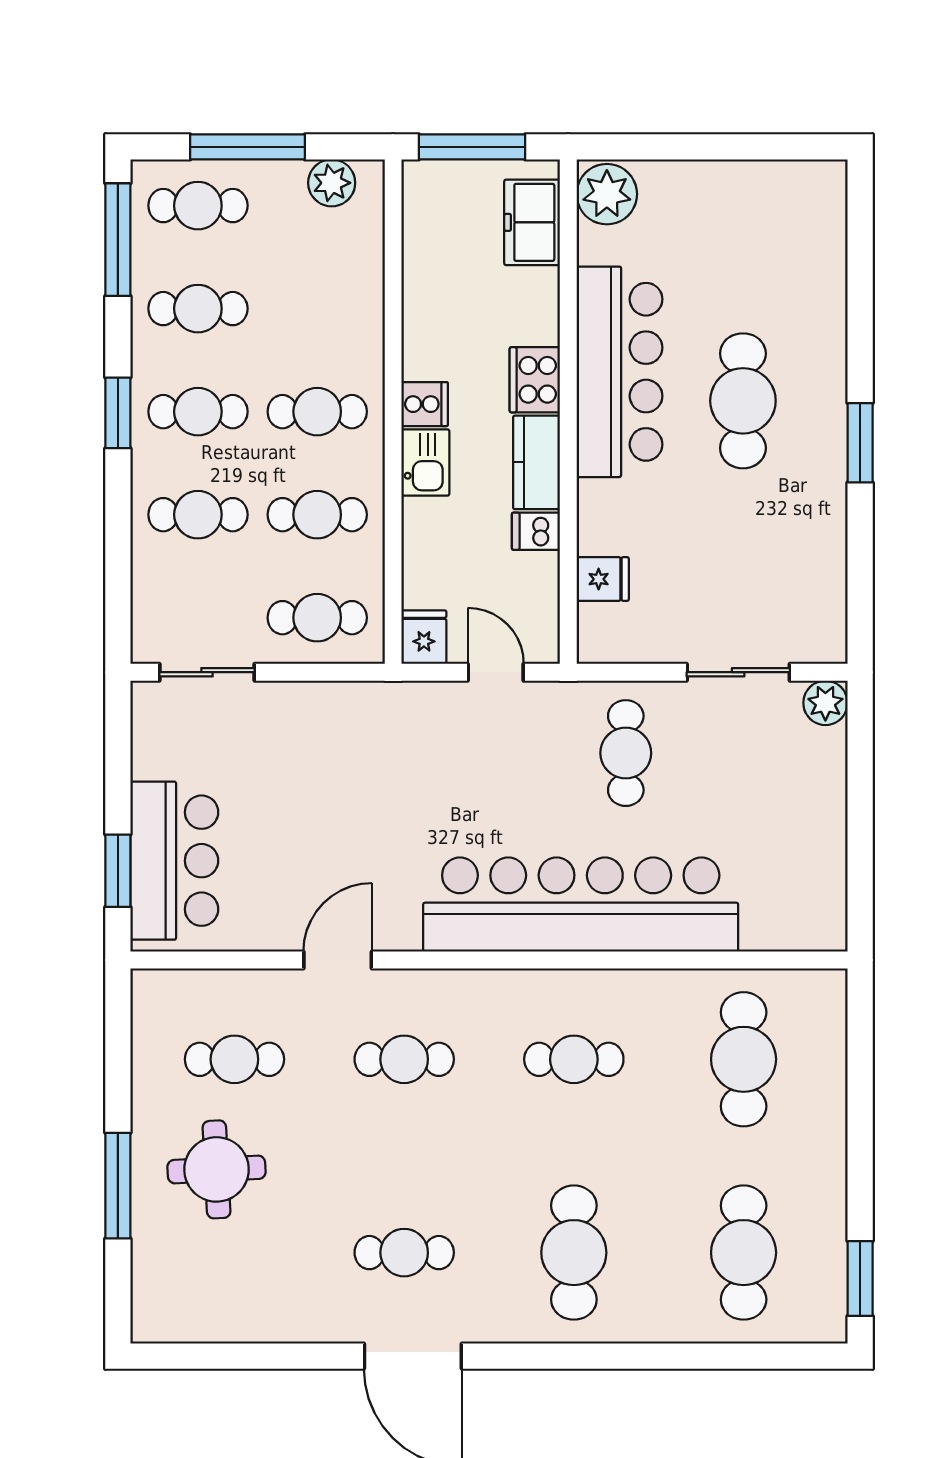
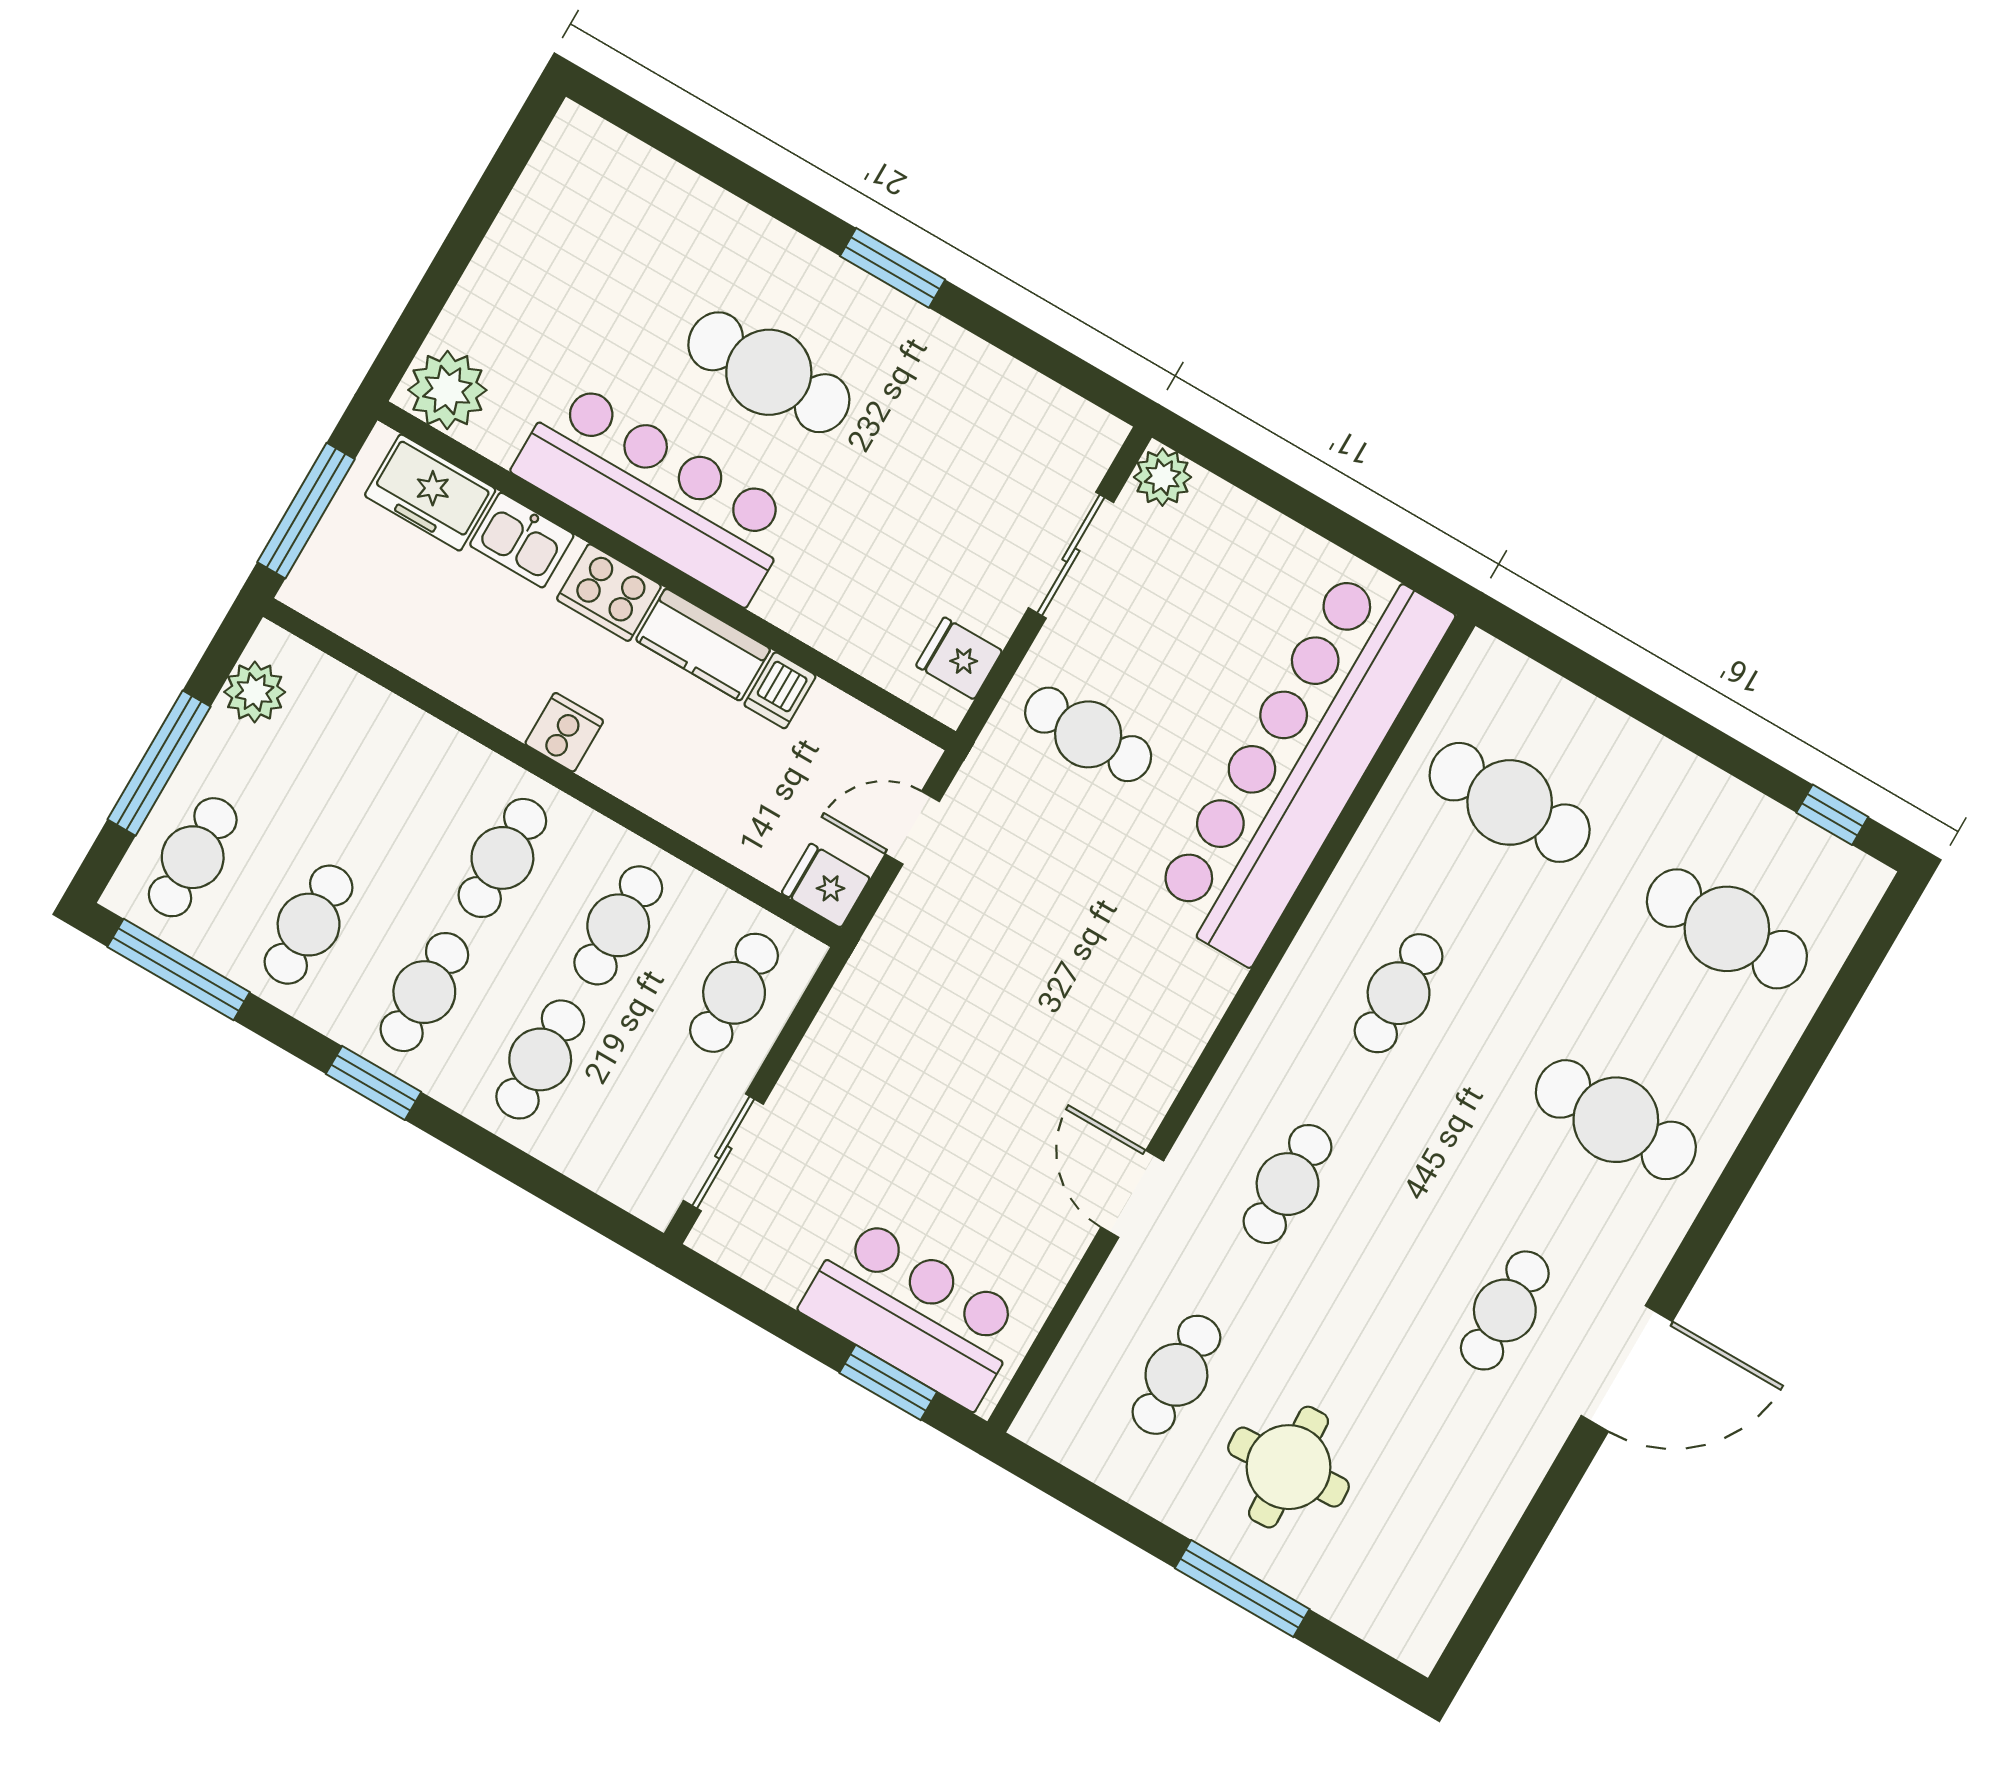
kitchen sink: (425, 463) -> (522, 540), moved, turned 180
fridge: (603, 579) -> (959, 658), moved, turned -90
bar counter: (581, 905) -> (1301, 761), moved
window: (860, 1278) -> (1832, 815), width x0.67

